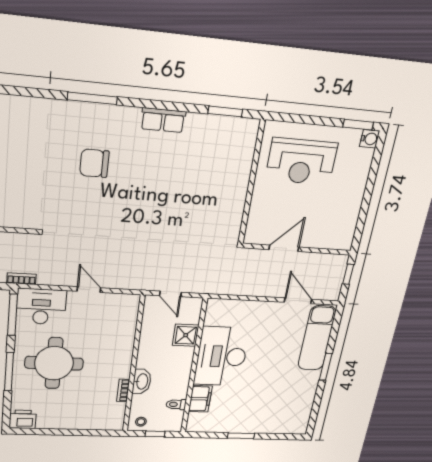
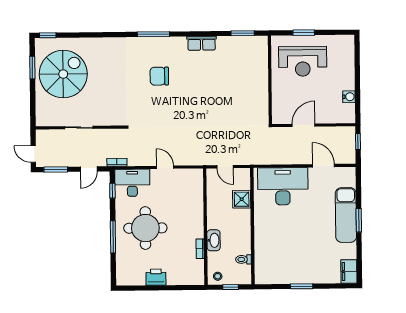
window: (358, 125) -> (304, 33), moved
water cooler: (370, 139) -> (349, 97), moved
window: (12, 315) -> (112, 191), width x0.46
exam couch: (317, 338) -> (346, 215), moved
desk: (221, 356) -> (283, 186), moved, turned 90
filing cabinet: (200, 399) -> (349, 271), moved, turned 180
printer: (23, 419) -> (156, 277), moved

